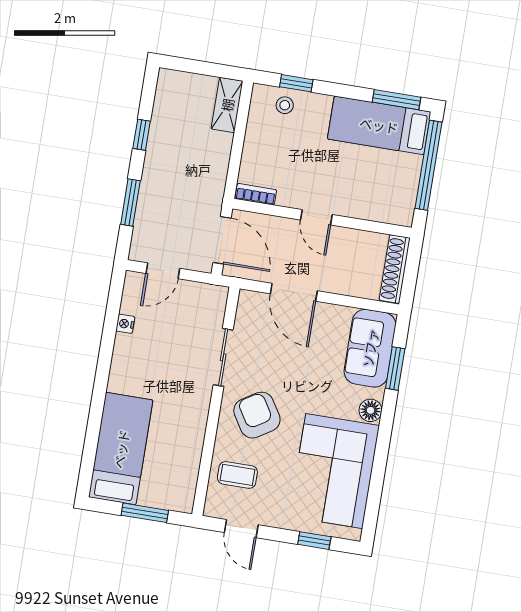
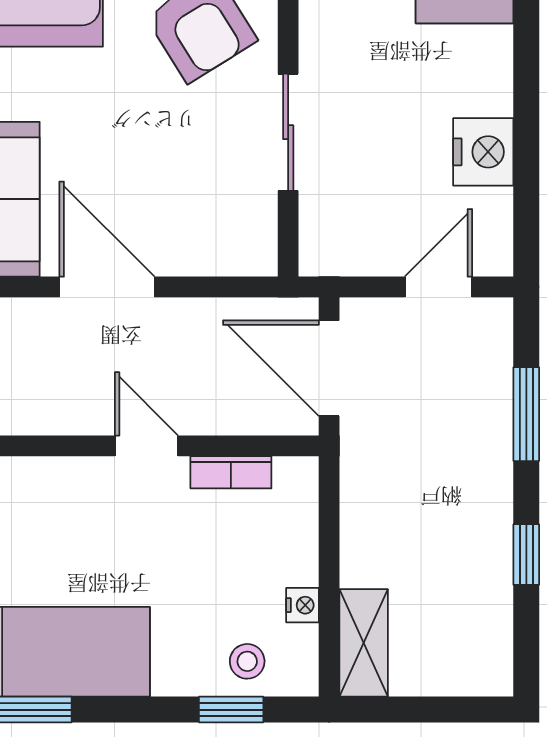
nightstand: (254, 128) -> (303, 605), added
bookcase: (256, 194) -> (231, 472), moved
door: (294, 292) -> (107, 287), moved
nightstand: (125, 324) -> (483, 152), width x1.89, depth x1.79

